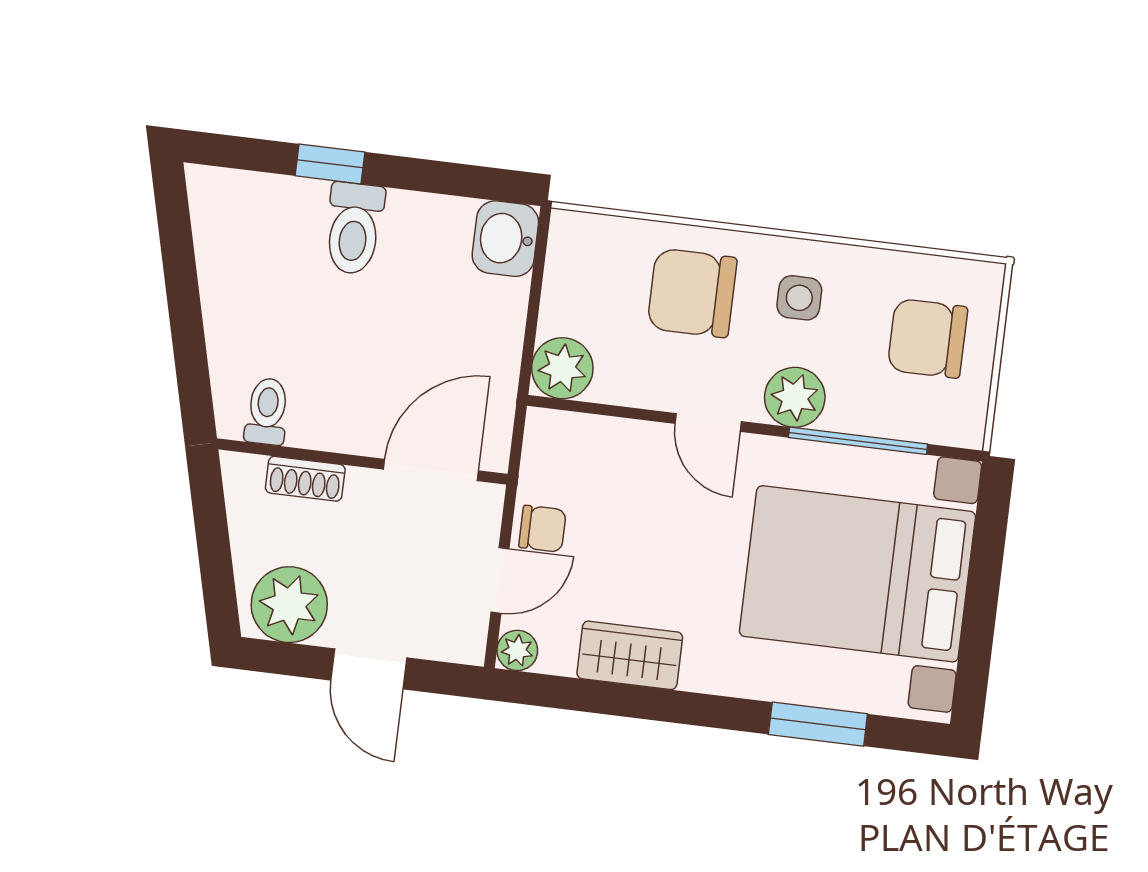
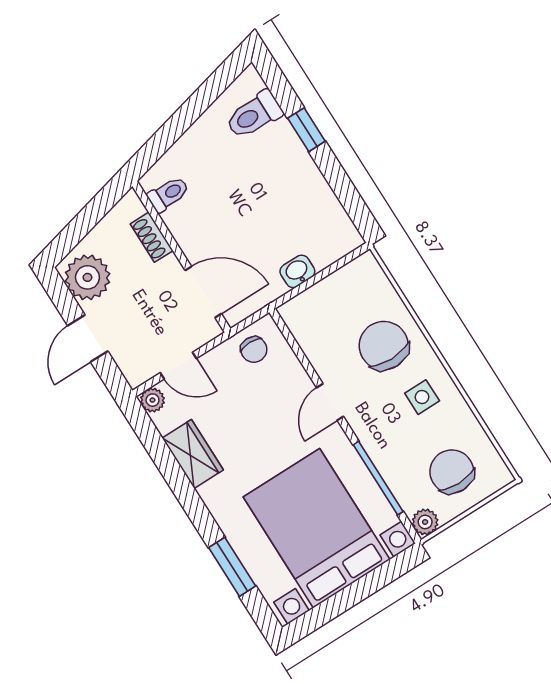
toilet: (354, 228) -> (254, 115), moved
washbasin: (505, 239) -> (297, 271), moved, width x0.72, depth x0.69
plant: (562, 368) -> (300, 314), removed
plant: (795, 397) -> (425, 522), moved, width x0.73, depth x0.73
chair: (542, 529) -> (254, 349), moved

